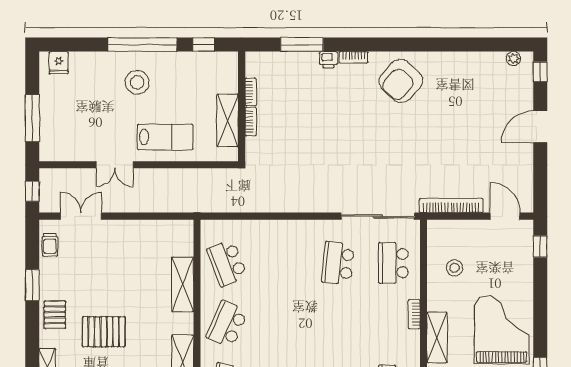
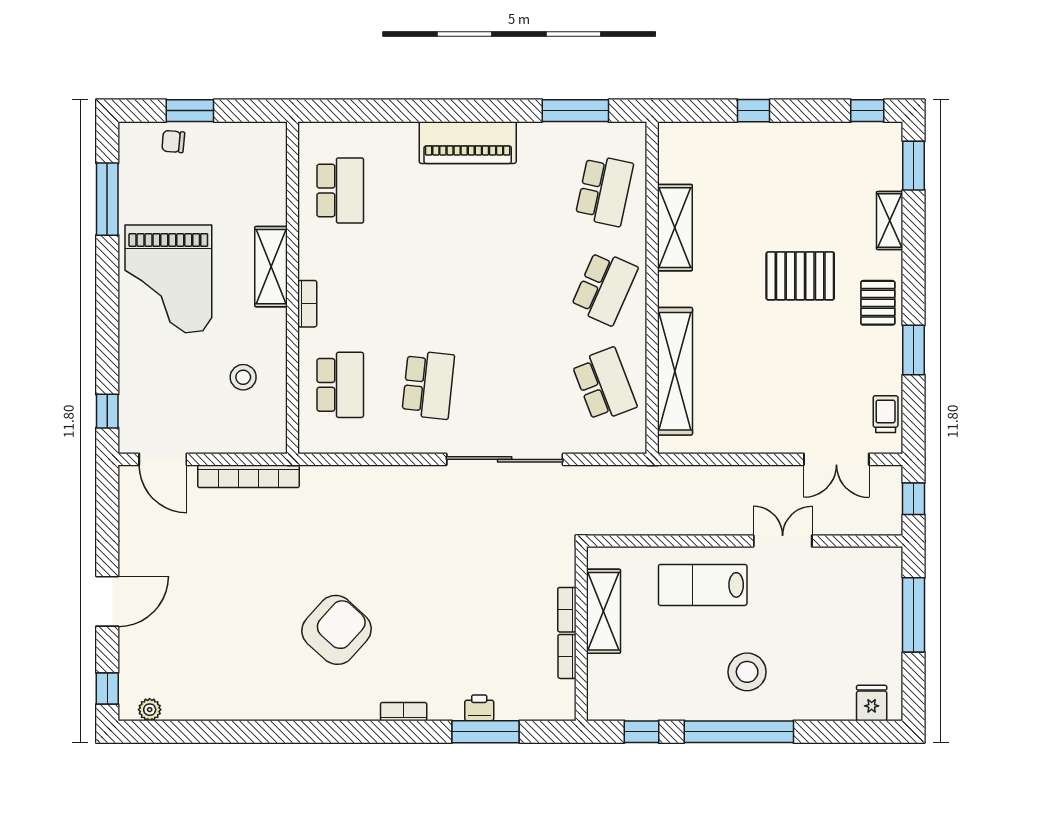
printer: (329, 60) -> (479, 708), moved
armchair: (401, 81) -> (336, 630), moved
sliding door: (378, 216) -> (505, 459), moved
shelving: (183, 284) -> (675, 371), width x1.47

